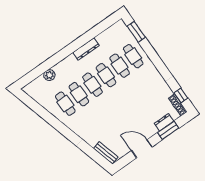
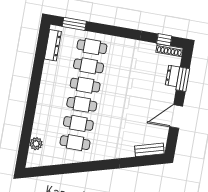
dresser: (86, 49) -> (53, 45), moved
plant: (49, 75) -> (36, 144), moved

